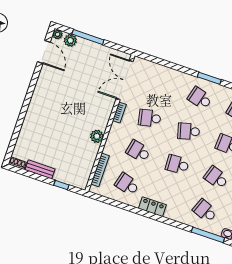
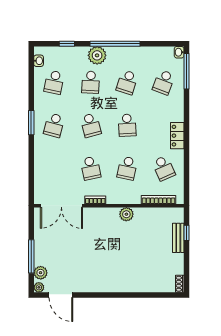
door: (44, 52) -> (61, 295), swing flipped
bench: (40, 169) -> (178, 238), moved
school desk: (127, 184) -> (164, 168), turned -39

